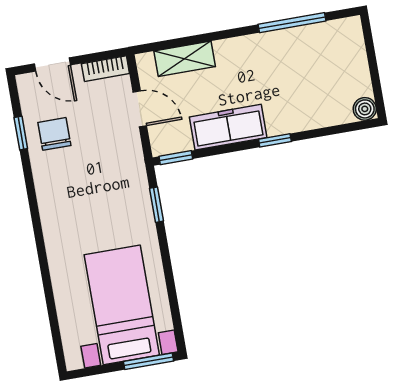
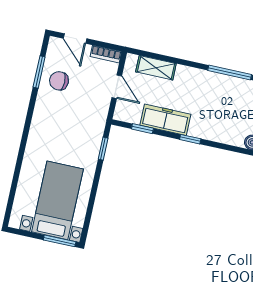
window: (21, 133) -> (39, 72), width x1.50
chair: (54, 134) -> (59, 81), turned -90
window: (176, 158) -> (142, 129), moved

